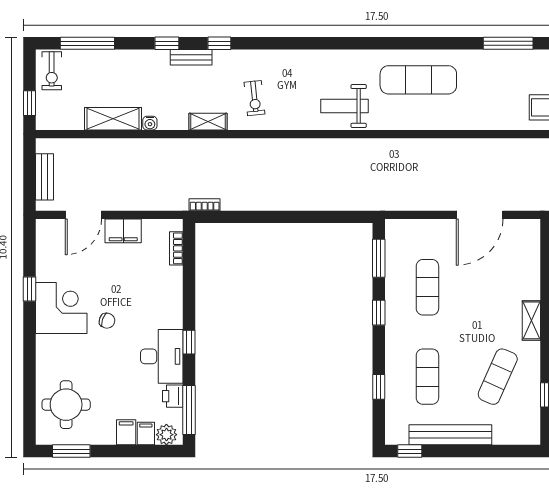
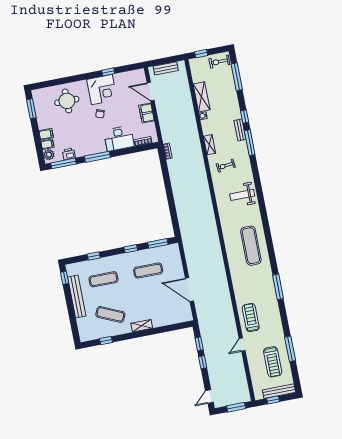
window: (219, 43) -> (250, 143), width x2.17
weight bench: (344, 106) -> (242, 195), moved, turned -90
window: (189, 342) -> (97, 157), width x2.17
desk: (162, 356) -> (119, 138), moved
round table: (66, 405) -> (67, 101), moved

